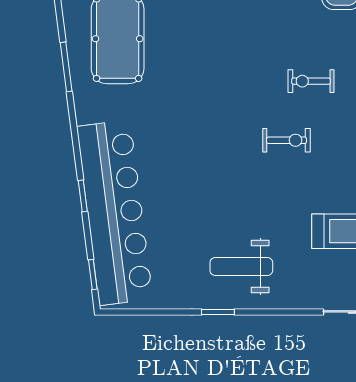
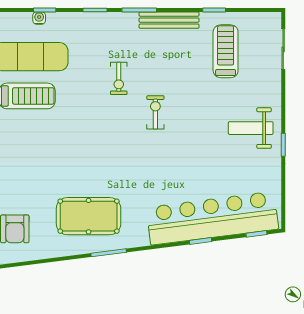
exercise bike: (287, 140) -> (155, 112), moved
weight bench: (241, 266) -> (251, 128), turned 90

